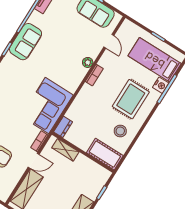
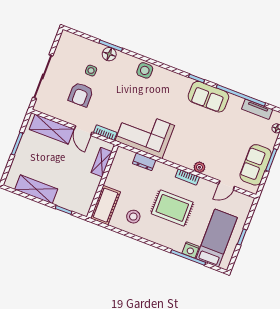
rug: (131, 99) -> (172, 208), moved
dresser: (63, 127) -> (144, 162), moved

